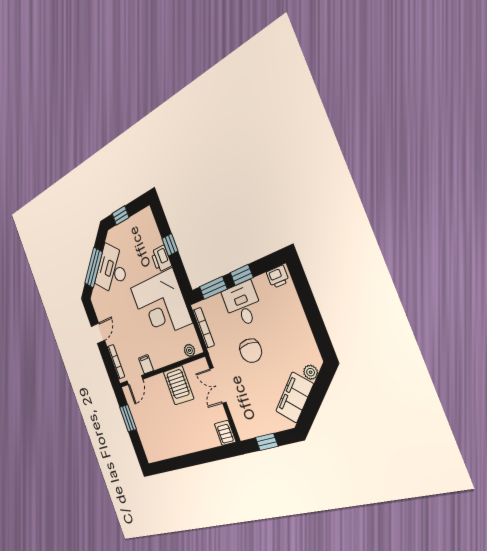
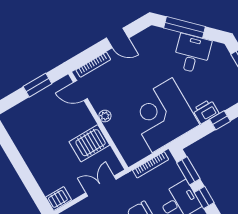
desk: (112, 270) -> (192, 54), width x0.73
plant: (189, 350) -> (105, 116), moved
filing cabinet: (146, 364) -> (100, 103), removed

